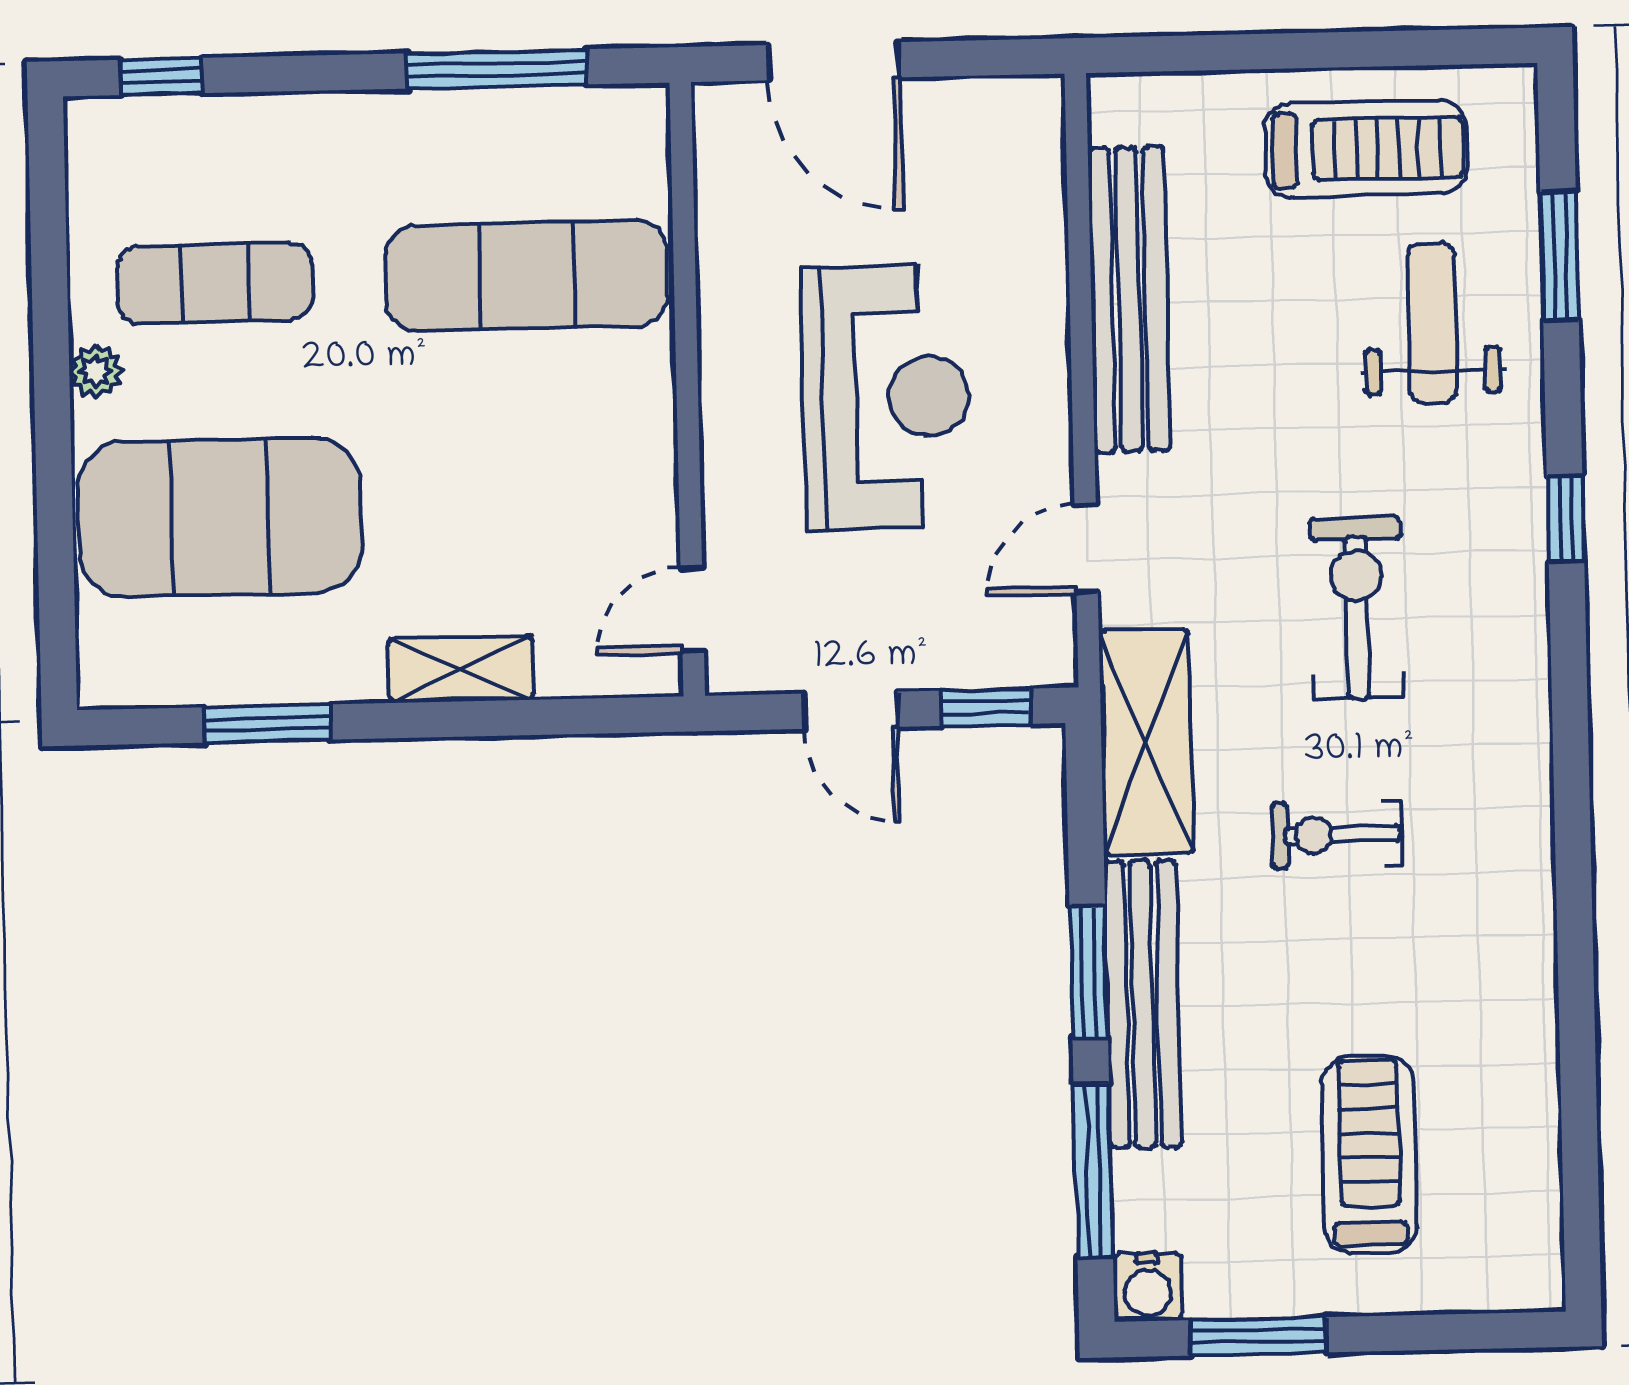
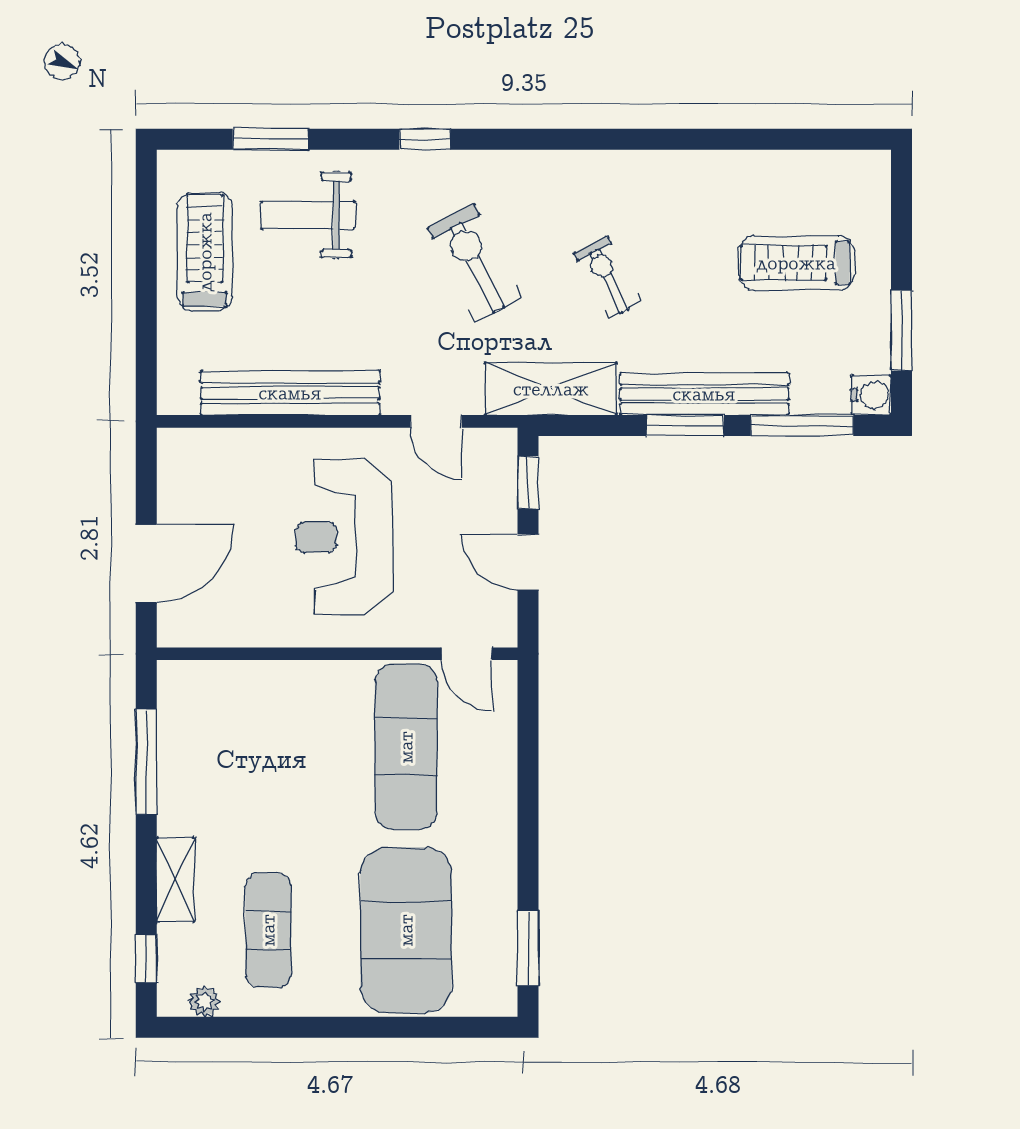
exercise mat: (527, 276) -> (406, 747), moved
plant: (96, 371) -> (204, 1001), moved
reception desk: (886, 397) -> (344, 537), turned -90
exercise bike: (1357, 608) -> (475, 263), turned 63
shelving: (461, 669) -> (176, 880), moved
door: (851, 710) -> (528, 562), swing flipped
window: (267, 724) -> (528, 948), moved
exercise bike: (1337, 835) -> (608, 278), turned 153

